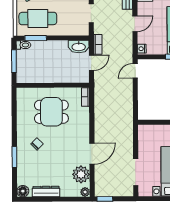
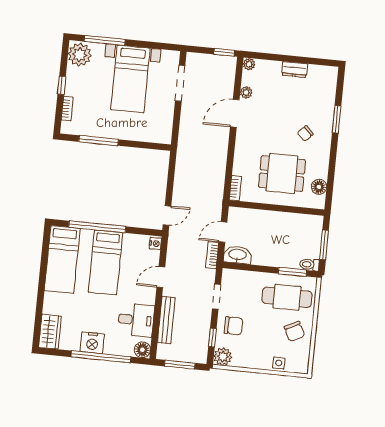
plant: (81, 174) -> (246, 92), width x0.53, depth x0.53
floor lamp: (23, 191) -> (319, 187), moved
dresser: (46, 192) -> (295, 70), width x0.70

